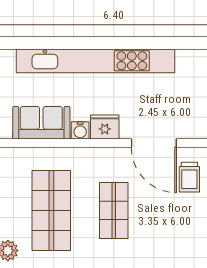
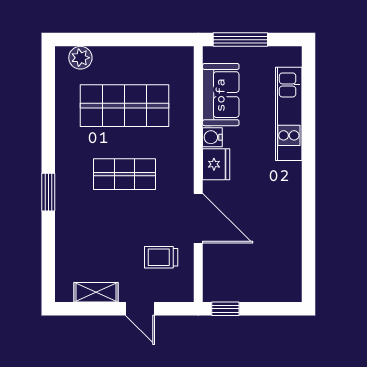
kitchen unit: (95, 61) -> (289, 114), width x0.54
door: (154, 143) -> (198, 218), swing flipped

